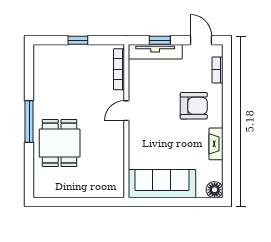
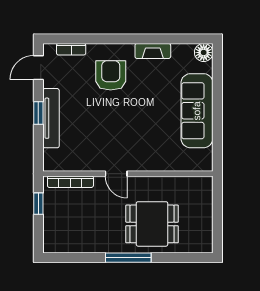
bookcase: (119, 69) -> (70, 182), moved
door: (126, 111) -> (116, 174), moved
wall: (126, 121) -> (128, 174), moved

